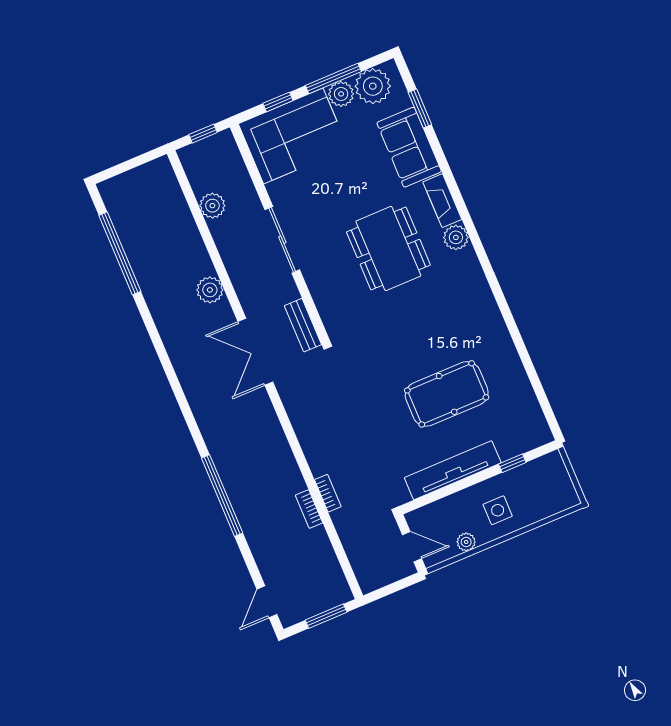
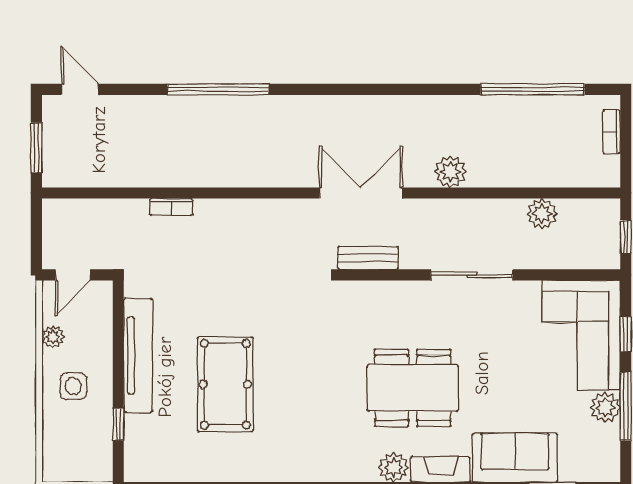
plant: (373, 86) -> (599, 446), removed
bookcase: (309, 509) -> (612, 132), moved, turned -90

